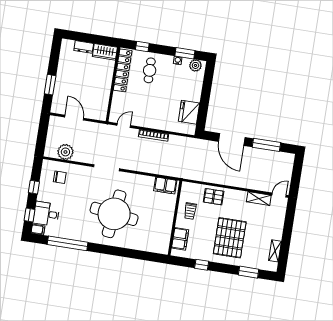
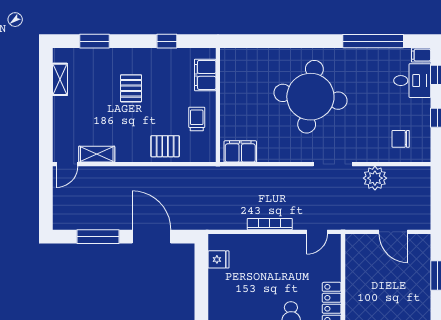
fridge: (189, 112) -> (219, 259), width x0.53, depth x0.75
plant: (65, 152) -> (375, 178), moved
pallet: (230, 238) -> (131, 88), width x0.49, depth x0.50

